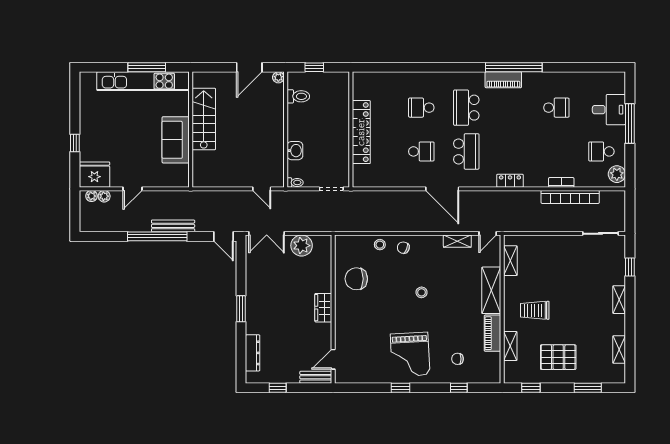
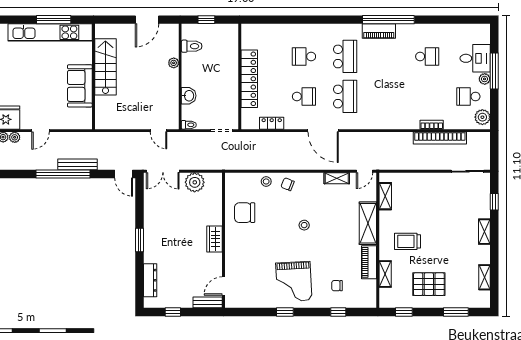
plant: (278, 77) -> (174, 63), moved
school desk: (466, 108) -> (345, 56), turned 180
plant: (619, 132) -> (485, 79), added
locker: (510, 181) -> (272, 123), moved

